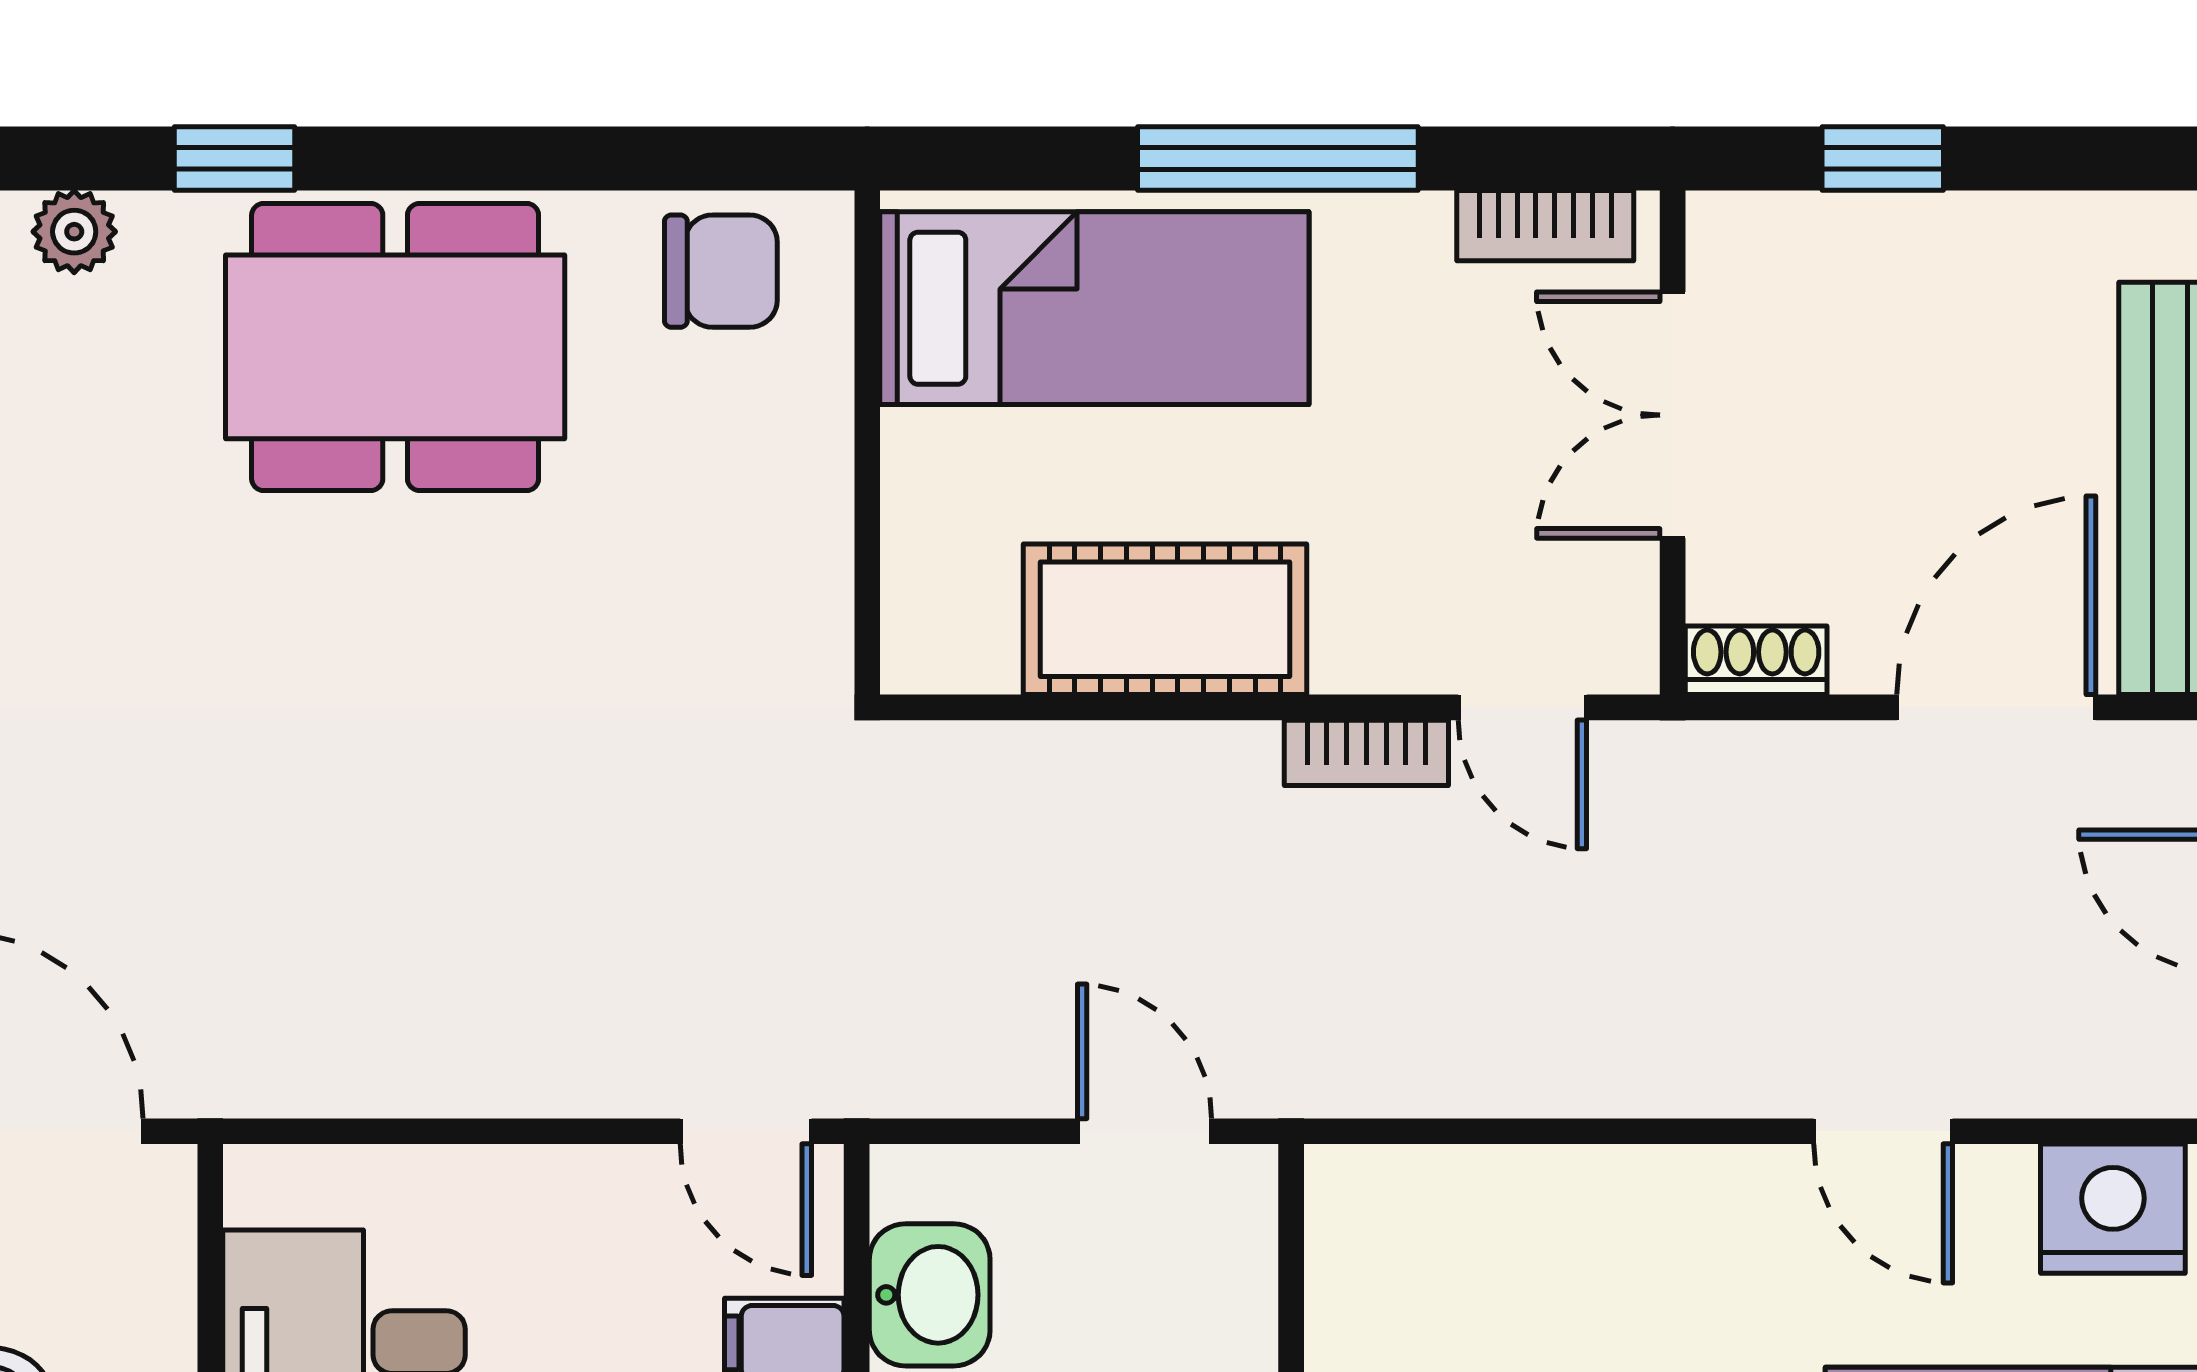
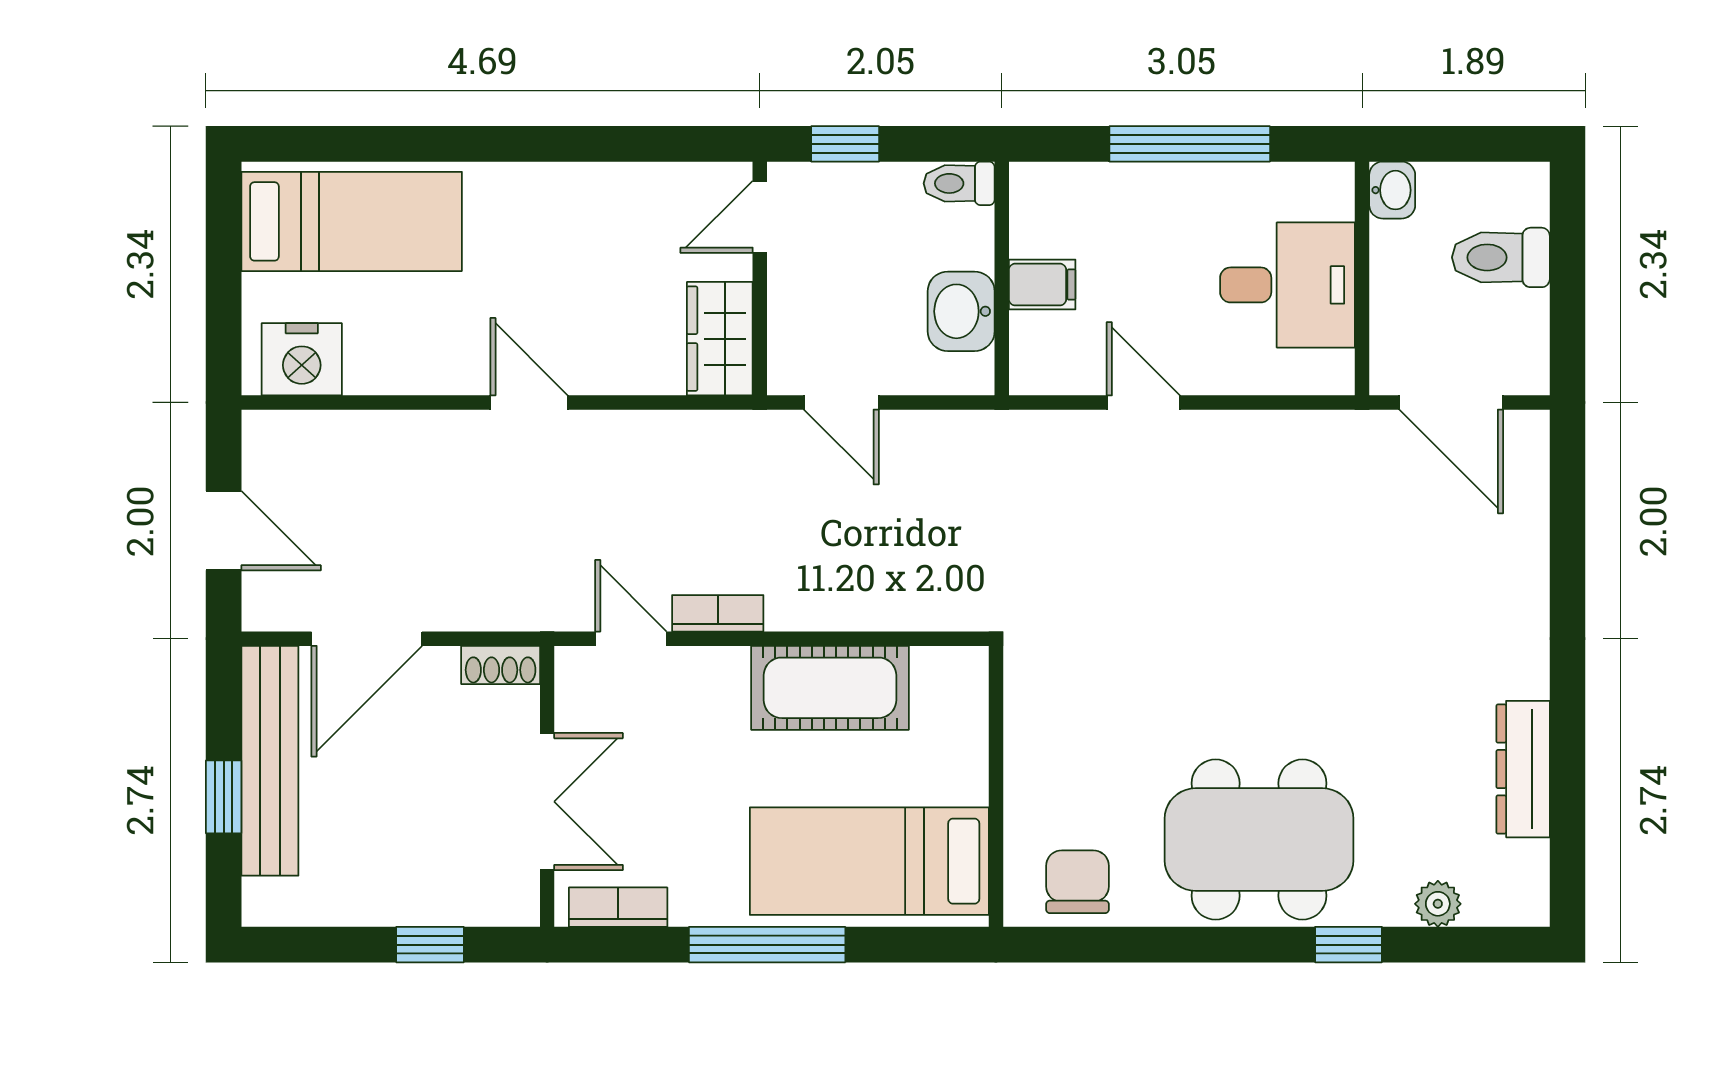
chair: (721, 271) -> (1077, 882), turned 90
door: (746, 1131) -> (1143, 402), moved
door: (1883, 1131) -> (529, 402), moved
wardrobe: (1363, 1246) -> (720, 339), added

